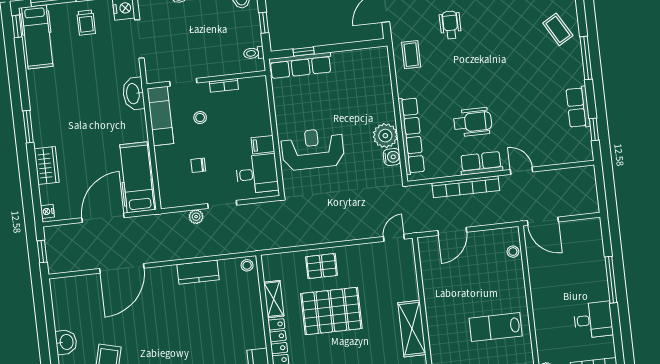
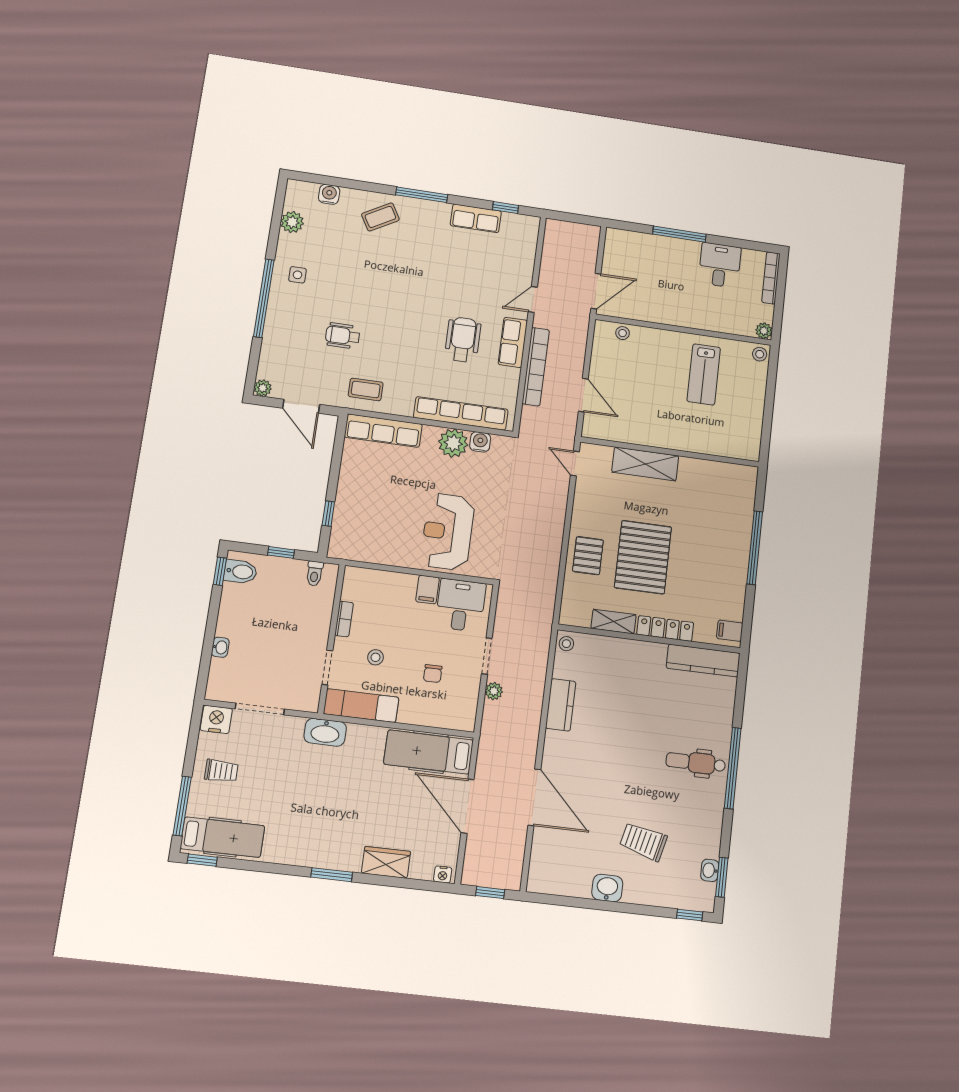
row of seats: (300, 65) -> (383, 431), moved, turned 90
shelving: (412, 329) -> (645, 464), moved

